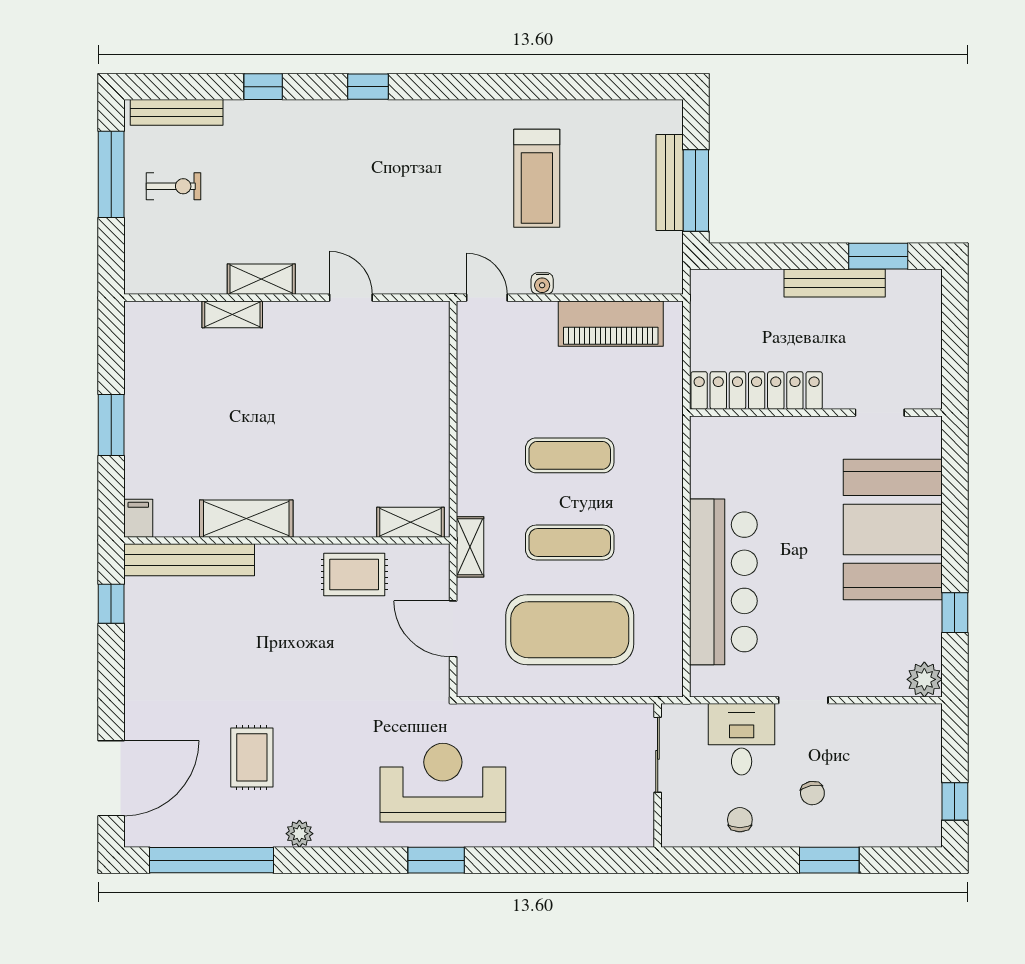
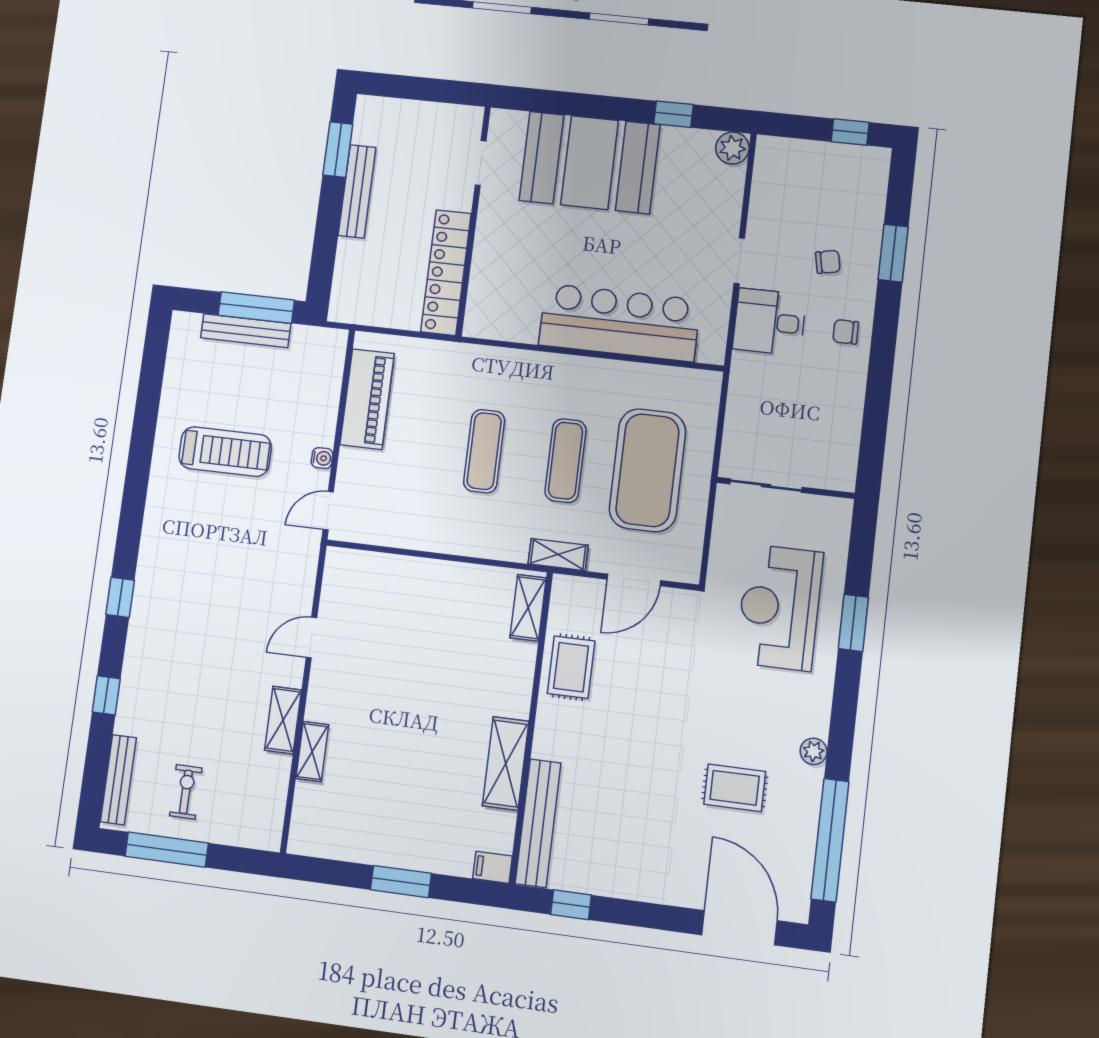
sliding door: (658, 755) -> (766, 486), moved
wall: (658, 775) -> (786, 488), moved

